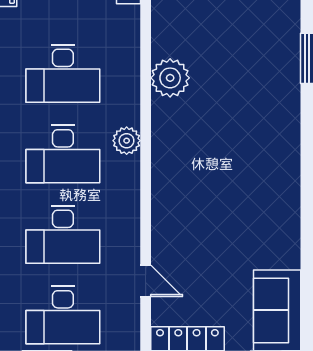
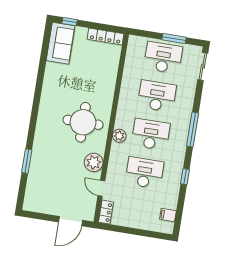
round table: (205, 156) -> (83, 122), added
door: (146, 281) -> (101, 188), moved

